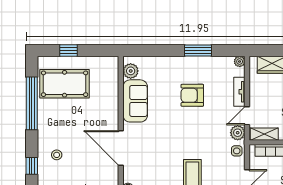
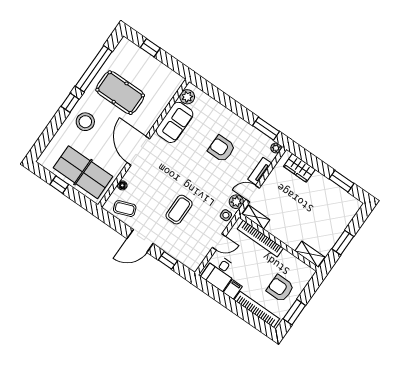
window: (198, 51) -> (266, 129), moved
pool table: (65, 84) -> (120, 93), moved
stool: (57, 155) -> (85, 122), width x1.89, depth x1.89
window: (32, 166) -> (70, 103), moved

